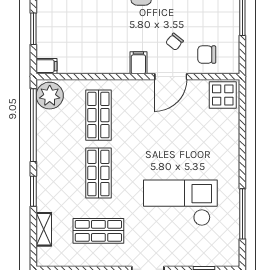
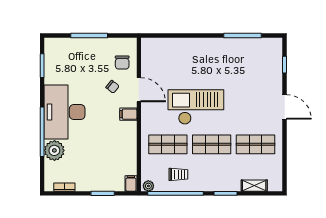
display table: (223, 95) -> (153, 50), removed
plant: (50, 96) -> (148, 186), width x0.53, depth x0.53
trolley: (59, 129) -> (178, 174), added
checkout: (180, 203) -> (196, 107), moved, turned 90
shop shelf: (98, 231) -> (255, 144), turned 90

